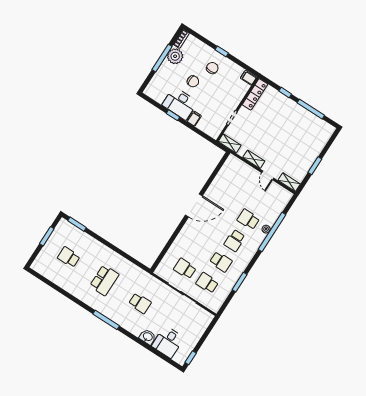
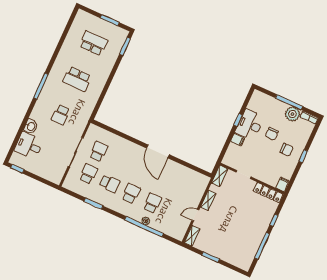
school desk: (235, 241) -> (131, 193), turned 90
school desk: (69, 257) -> (93, 43), width x1.85
school desk: (221, 262) -> (110, 184), turned -90

